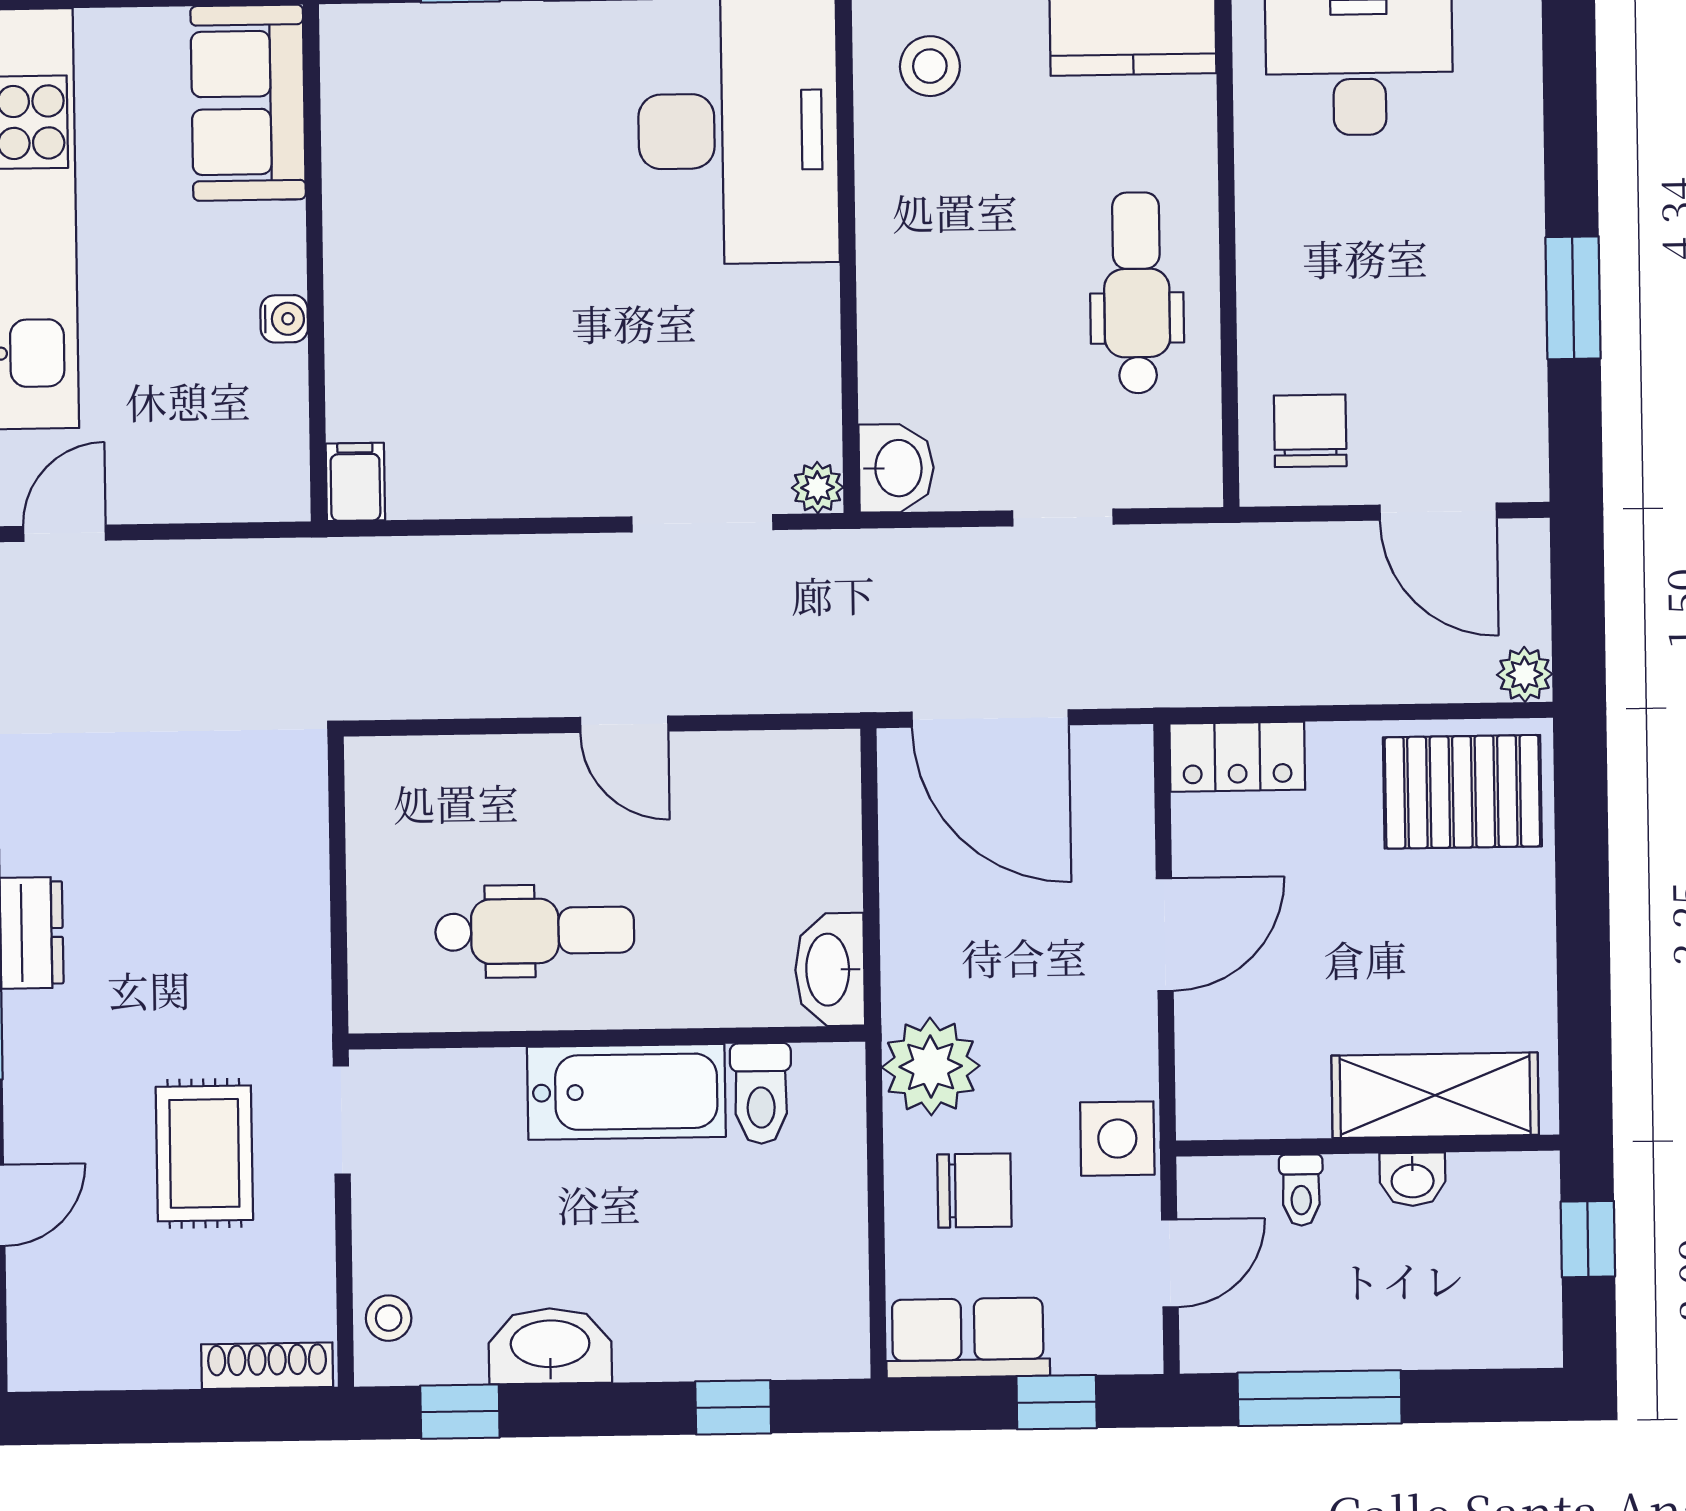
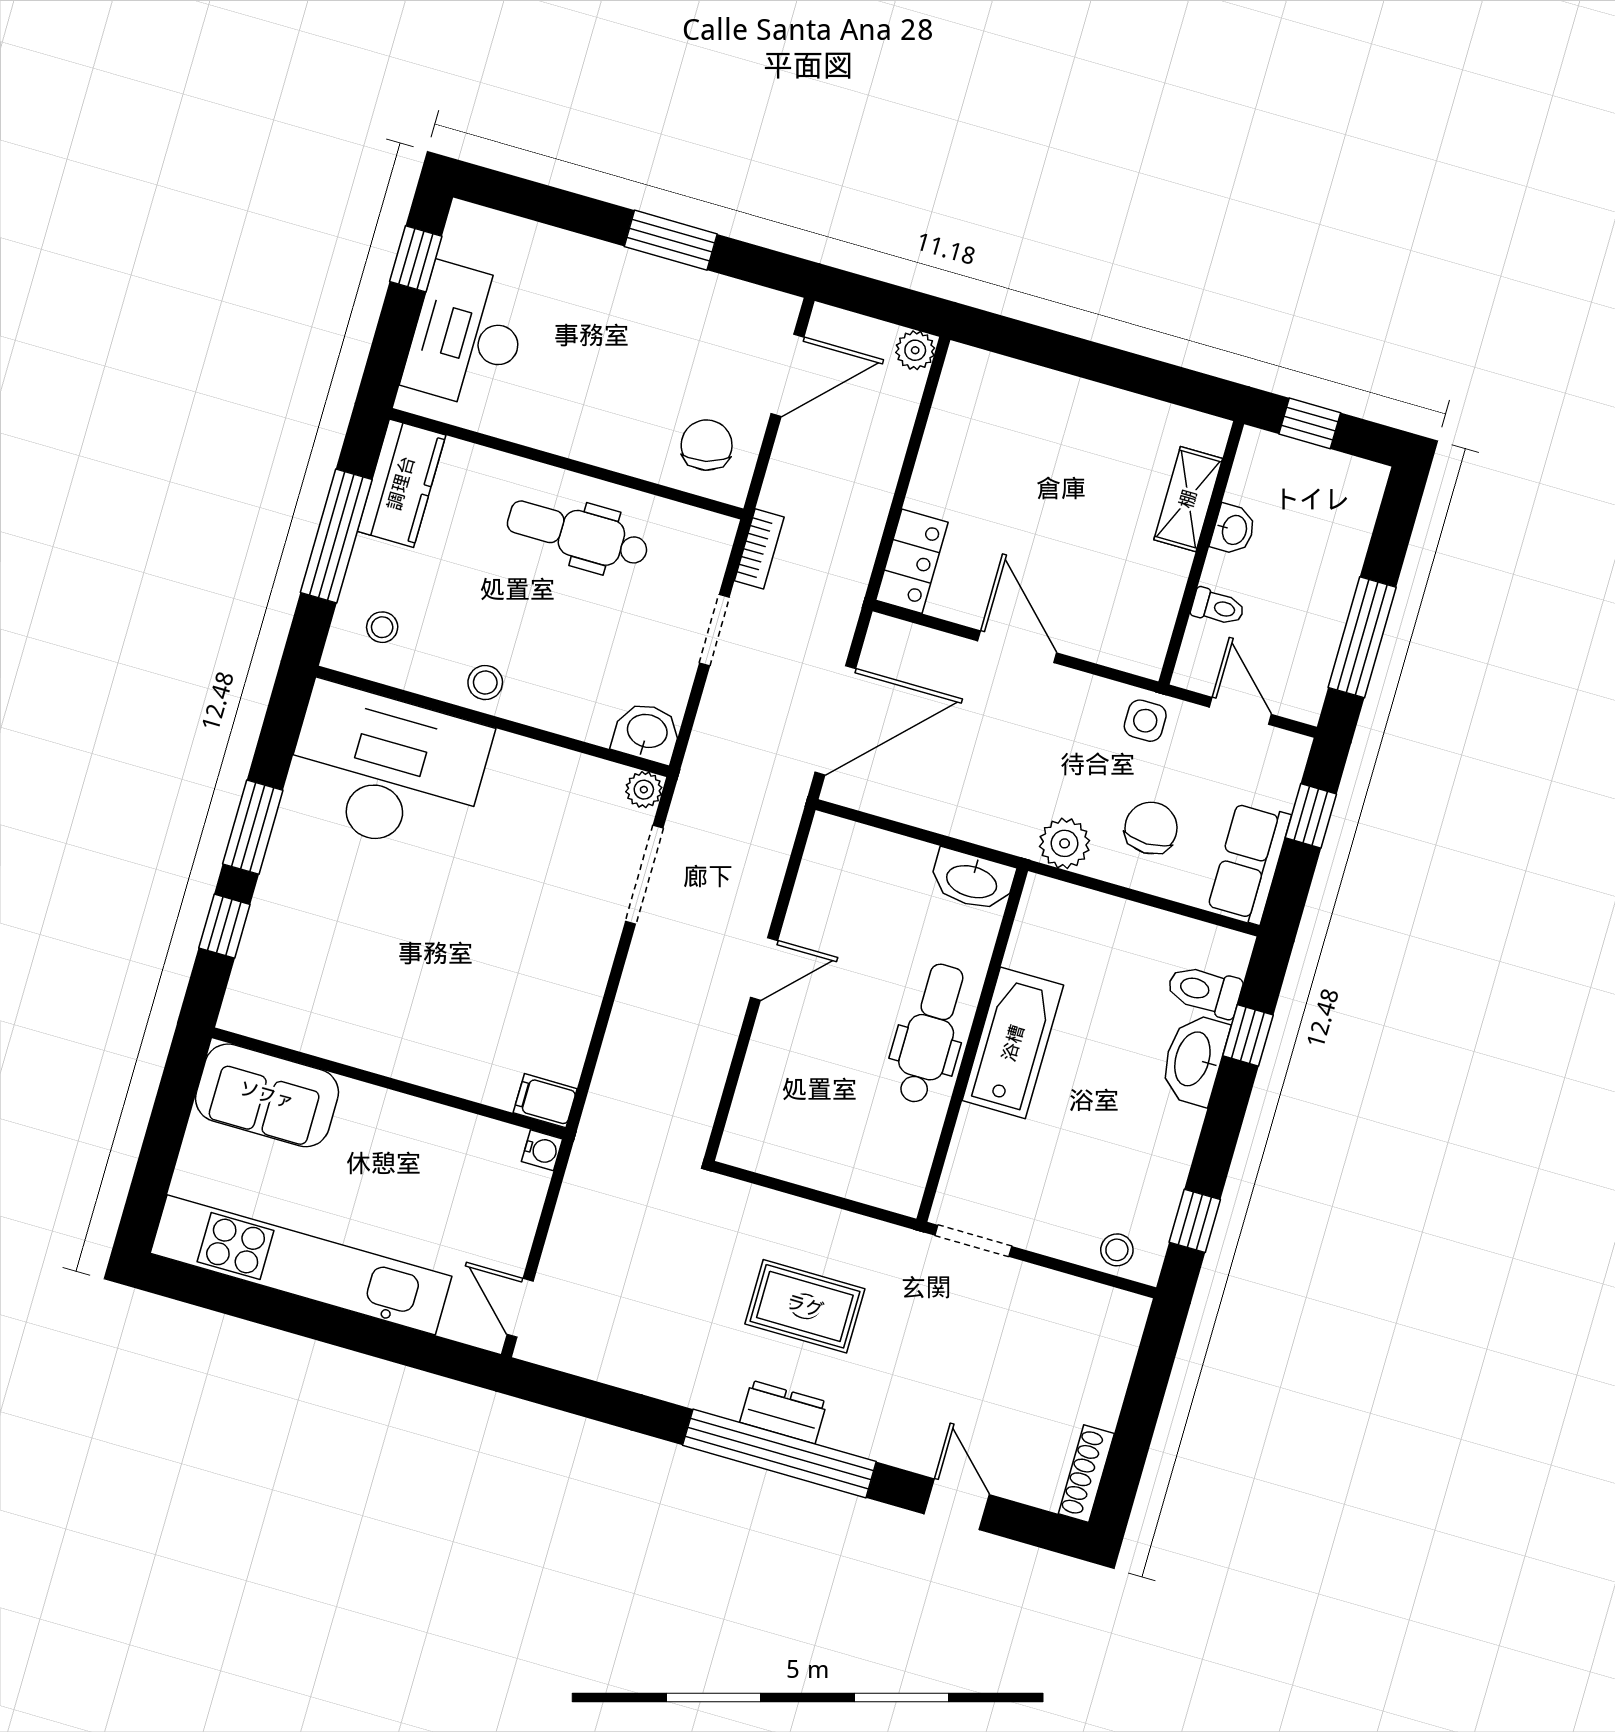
stool: (930, 66) -> (382, 627), width x0.73, depth x0.73
stool: (897, 229) -> (485, 683), added
water cooler: (284, 319) -> (542, 1150), moved, turned 90
chair: (1310, 431) -> (707, 445), turned 77
bookcase: (1191, 545) -> (759, 549), added
pallet: (1462, 792) -> (982, 416), removed
dental chair: (535, 931) -> (930, 1034), moved
plant: (931, 1066) -> (1065, 843), width x0.73, depth x0.73
toilet: (761, 1093) -> (1204, 991), moved, turned 180
shelving: (1435, 1095) -> (1188, 499), width x0.67, depth x0.75
side table: (1117, 1139) -> (1145, 721), width x0.73, depth x0.73
rug: (204, 1153) -> (805, 1306), moved
washbasin: (550, 1346) -> (1194, 1059), moved
shoe rack: (267, 1366) -> (1086, 1474), moved

